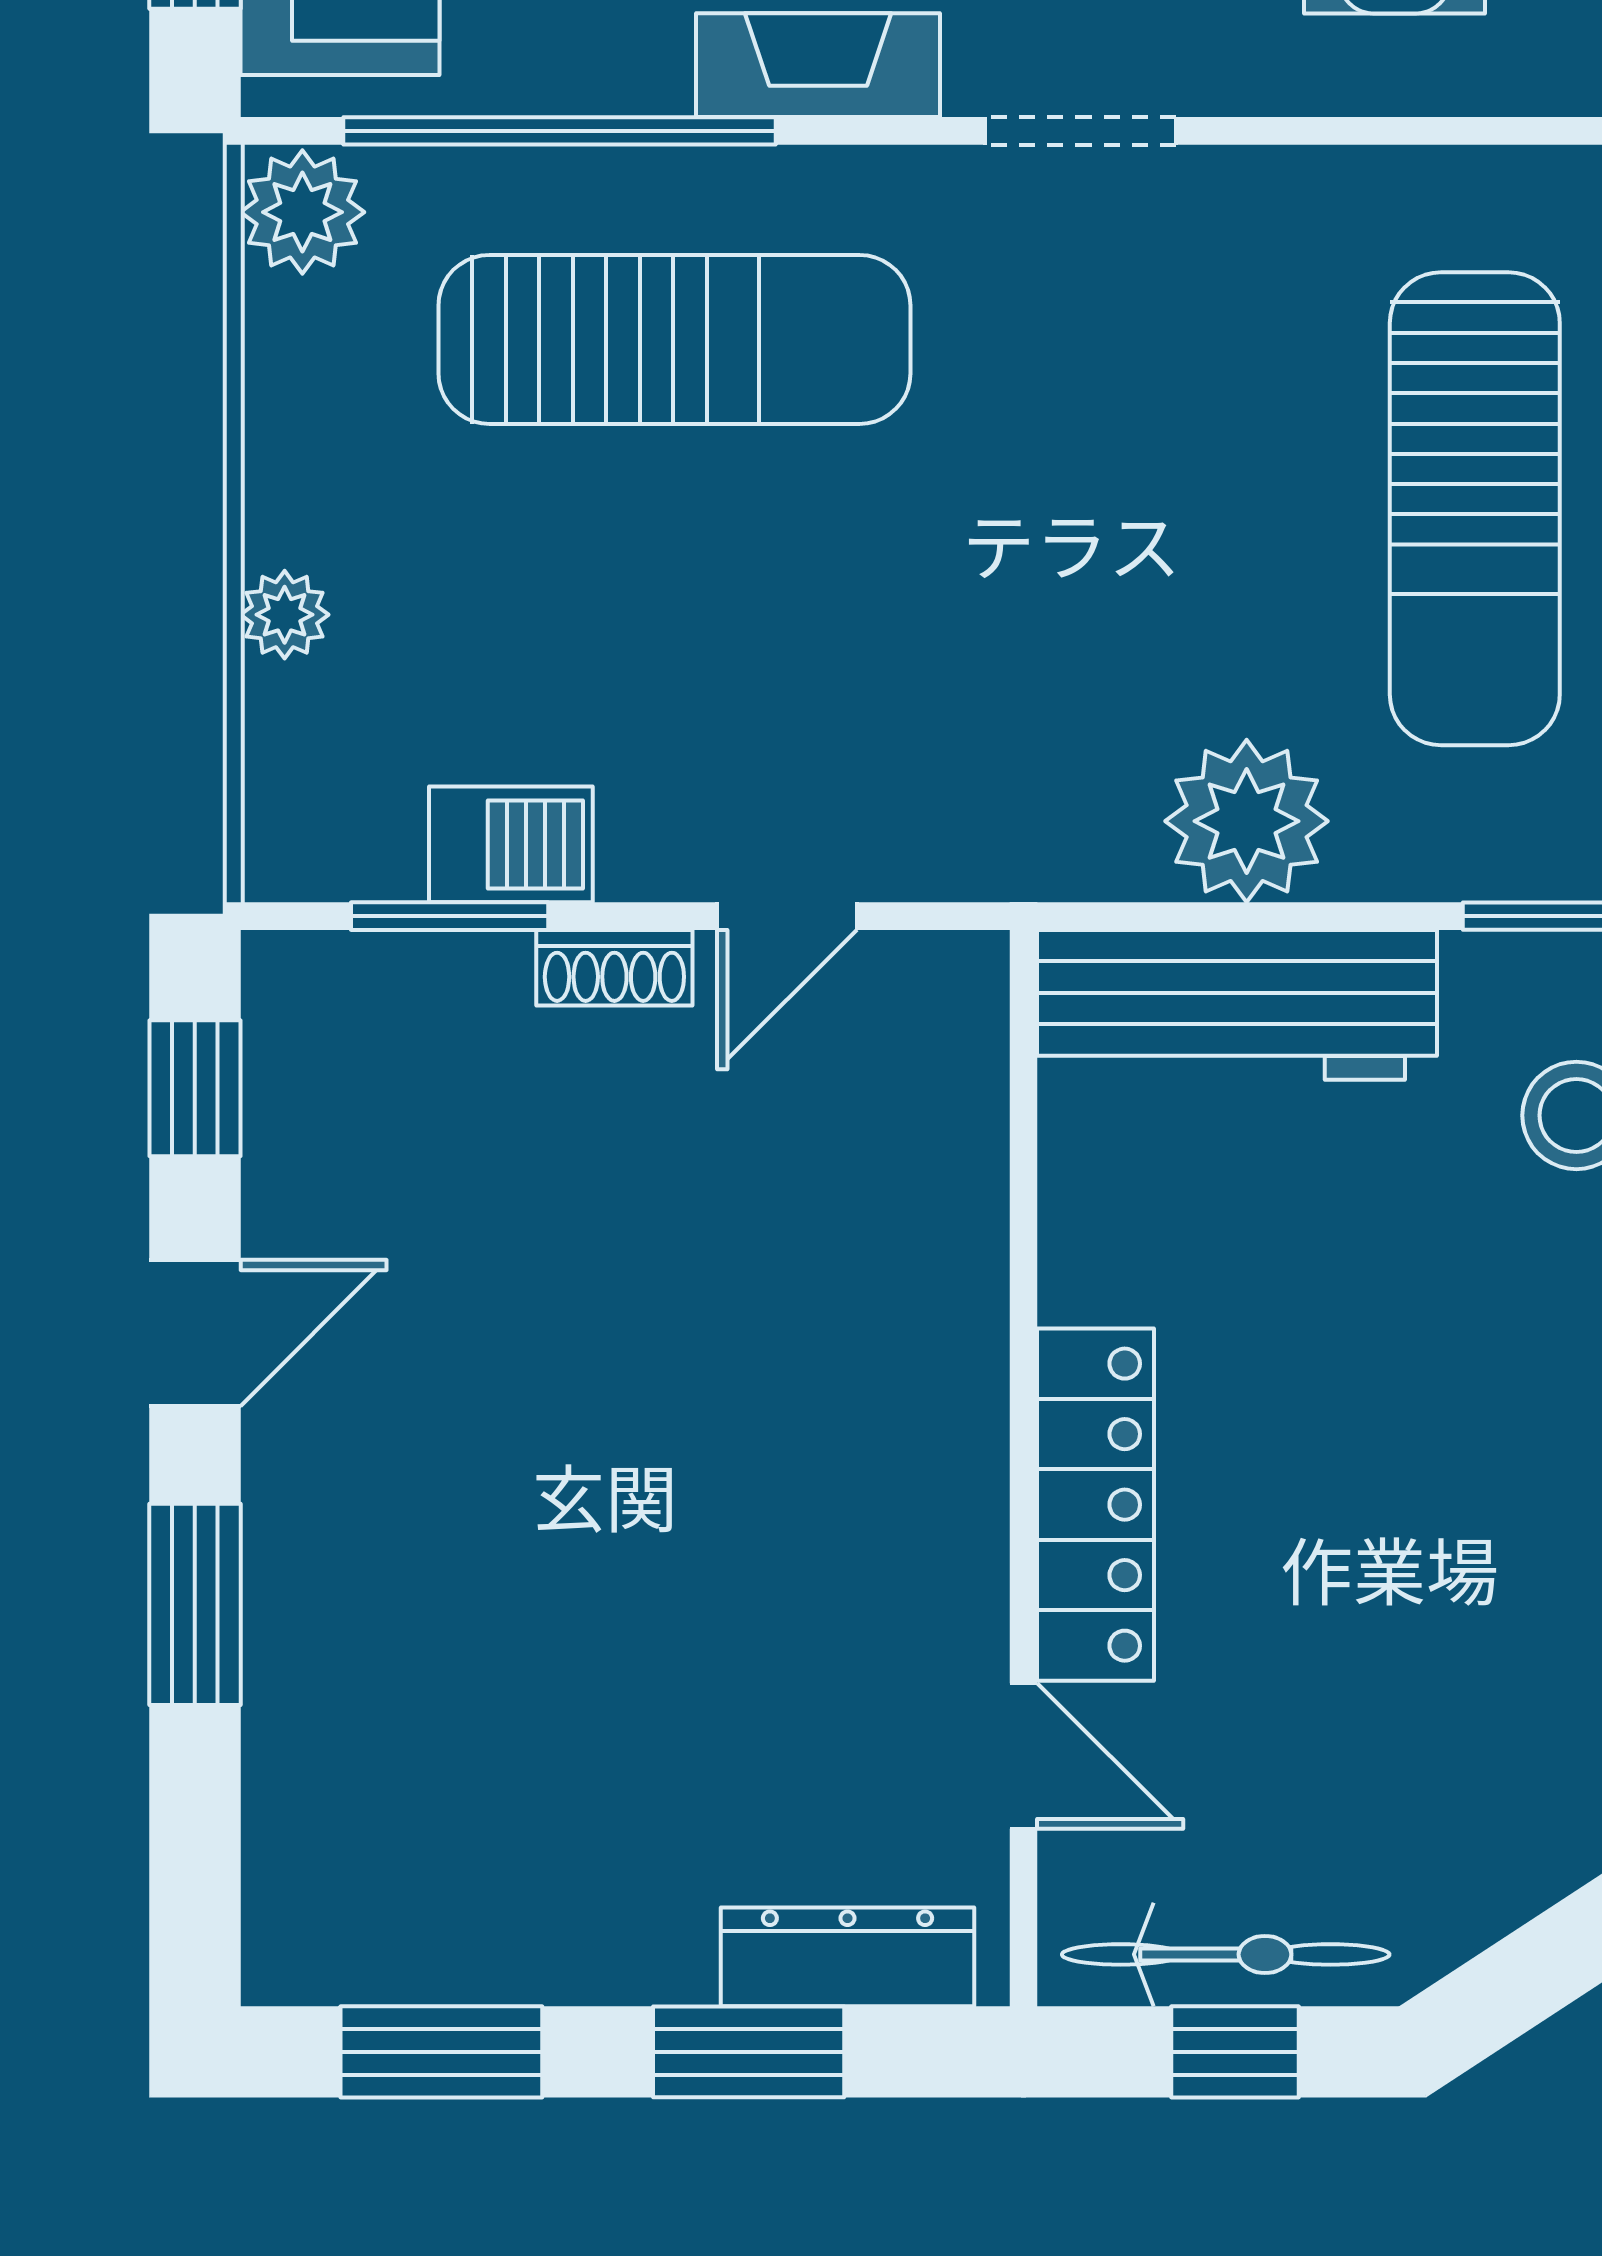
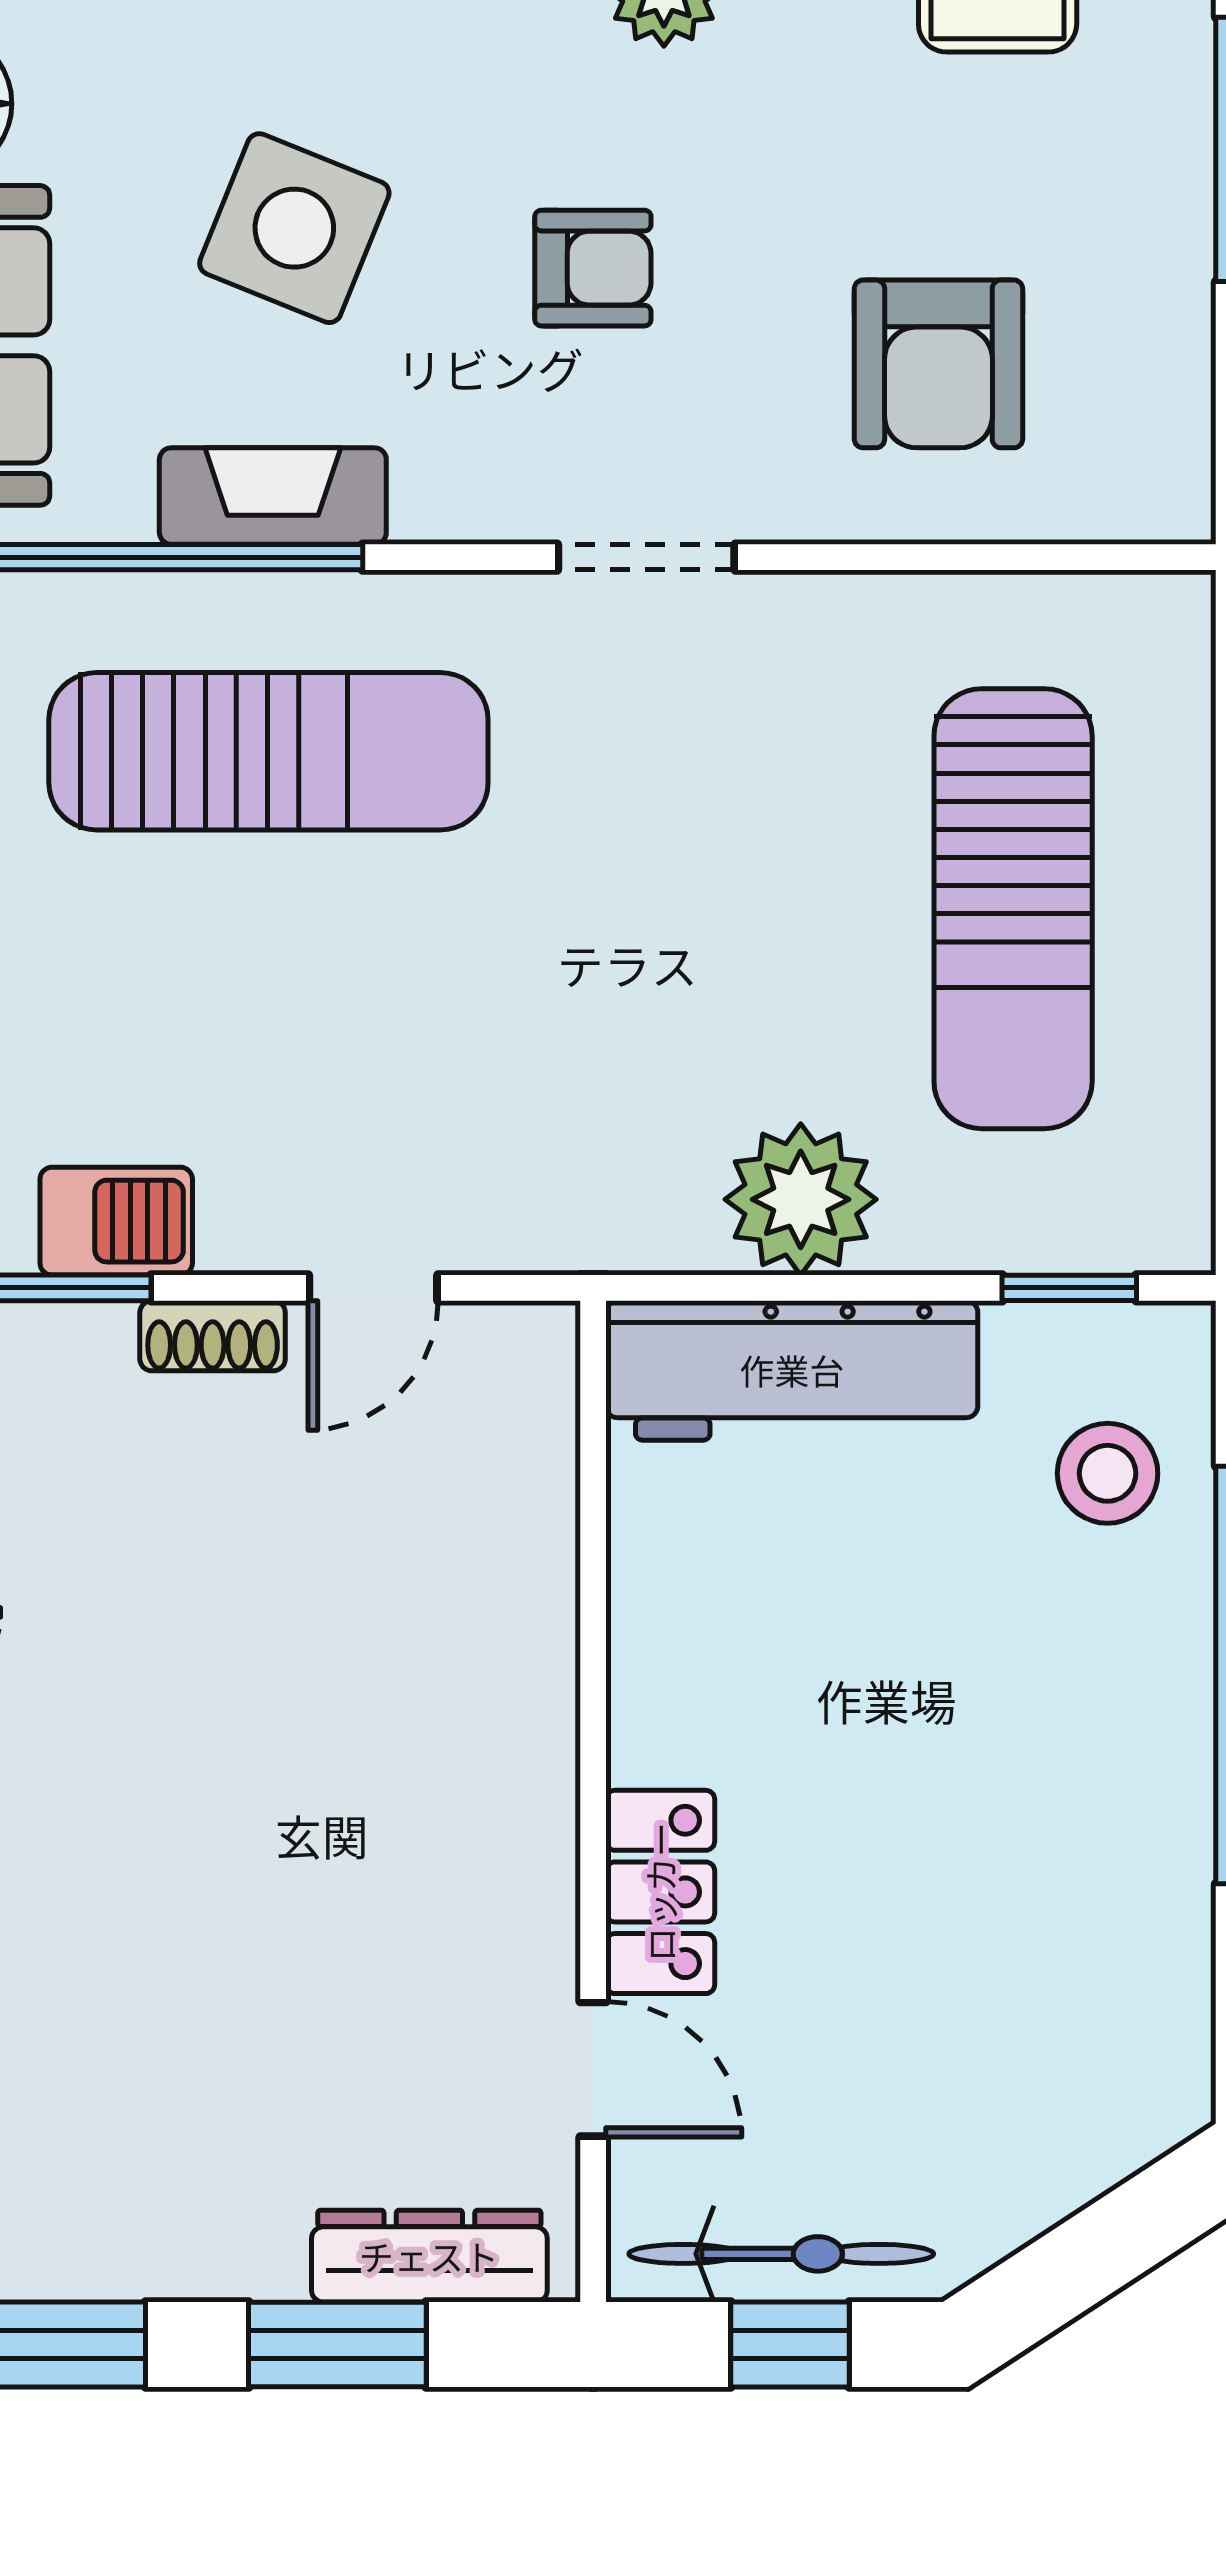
fireplace: (818, 65) -> (273, 496), moved
locker: (1096, 1505) -> (660, 1892), width x0.66

